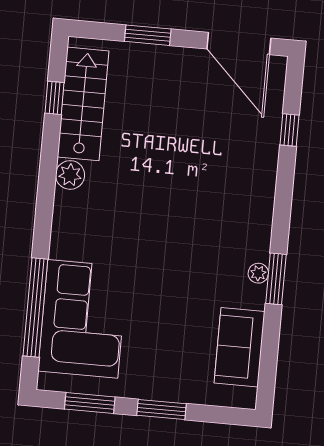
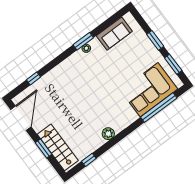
stairs: (83, 104) -> (58, 147), moved, turned 90

